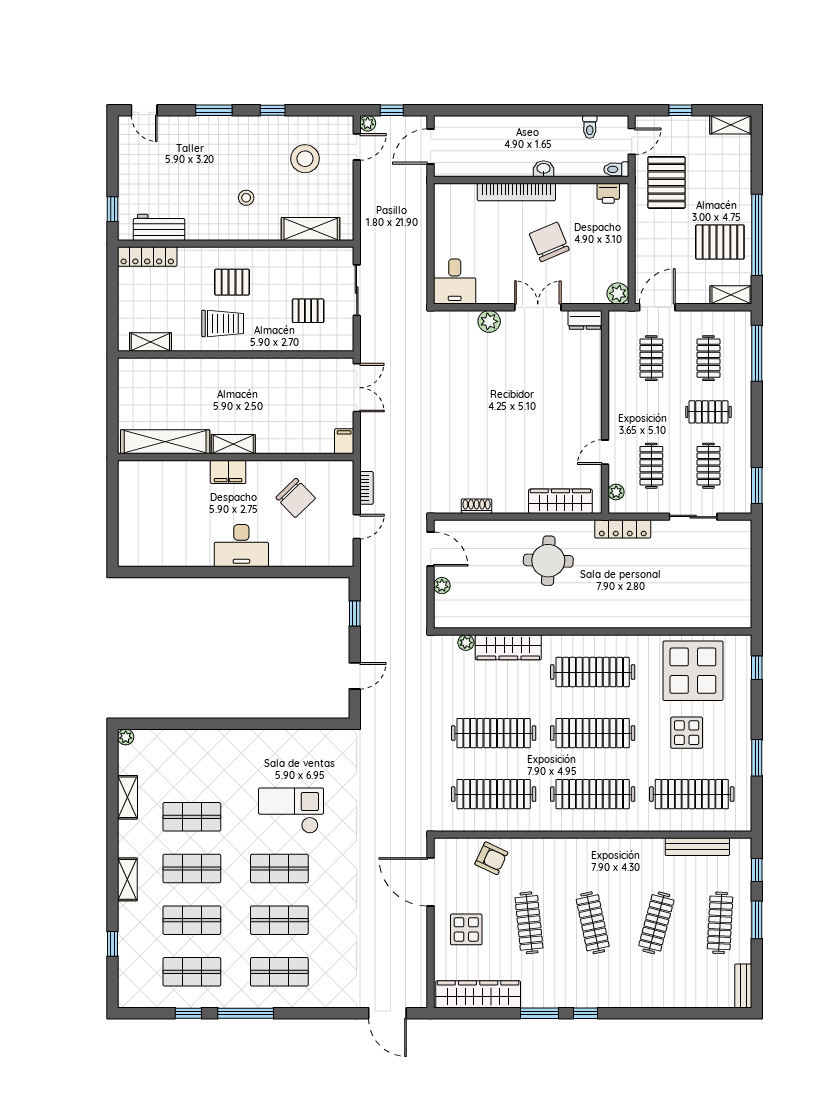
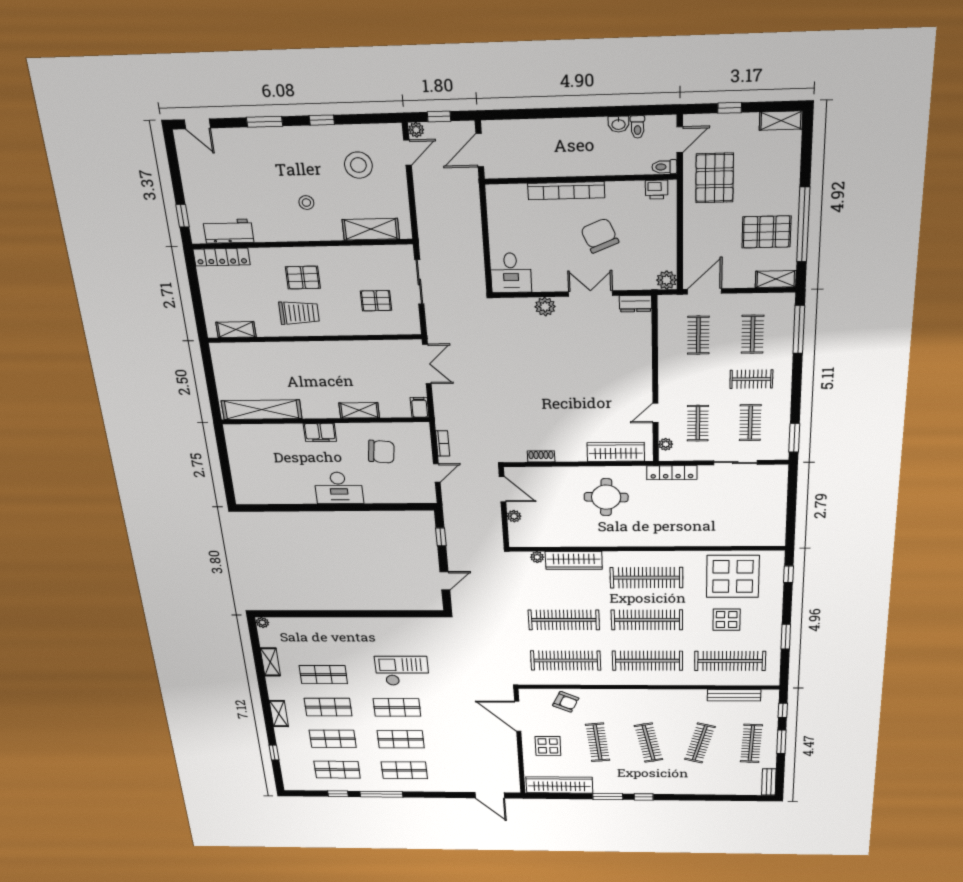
washbasin: (544, 169) -> (619, 124), moved, turned 180
shelving: (233, 444) -> (359, 410), moved
chair: (296, 498) -> (381, 452), turned -40

